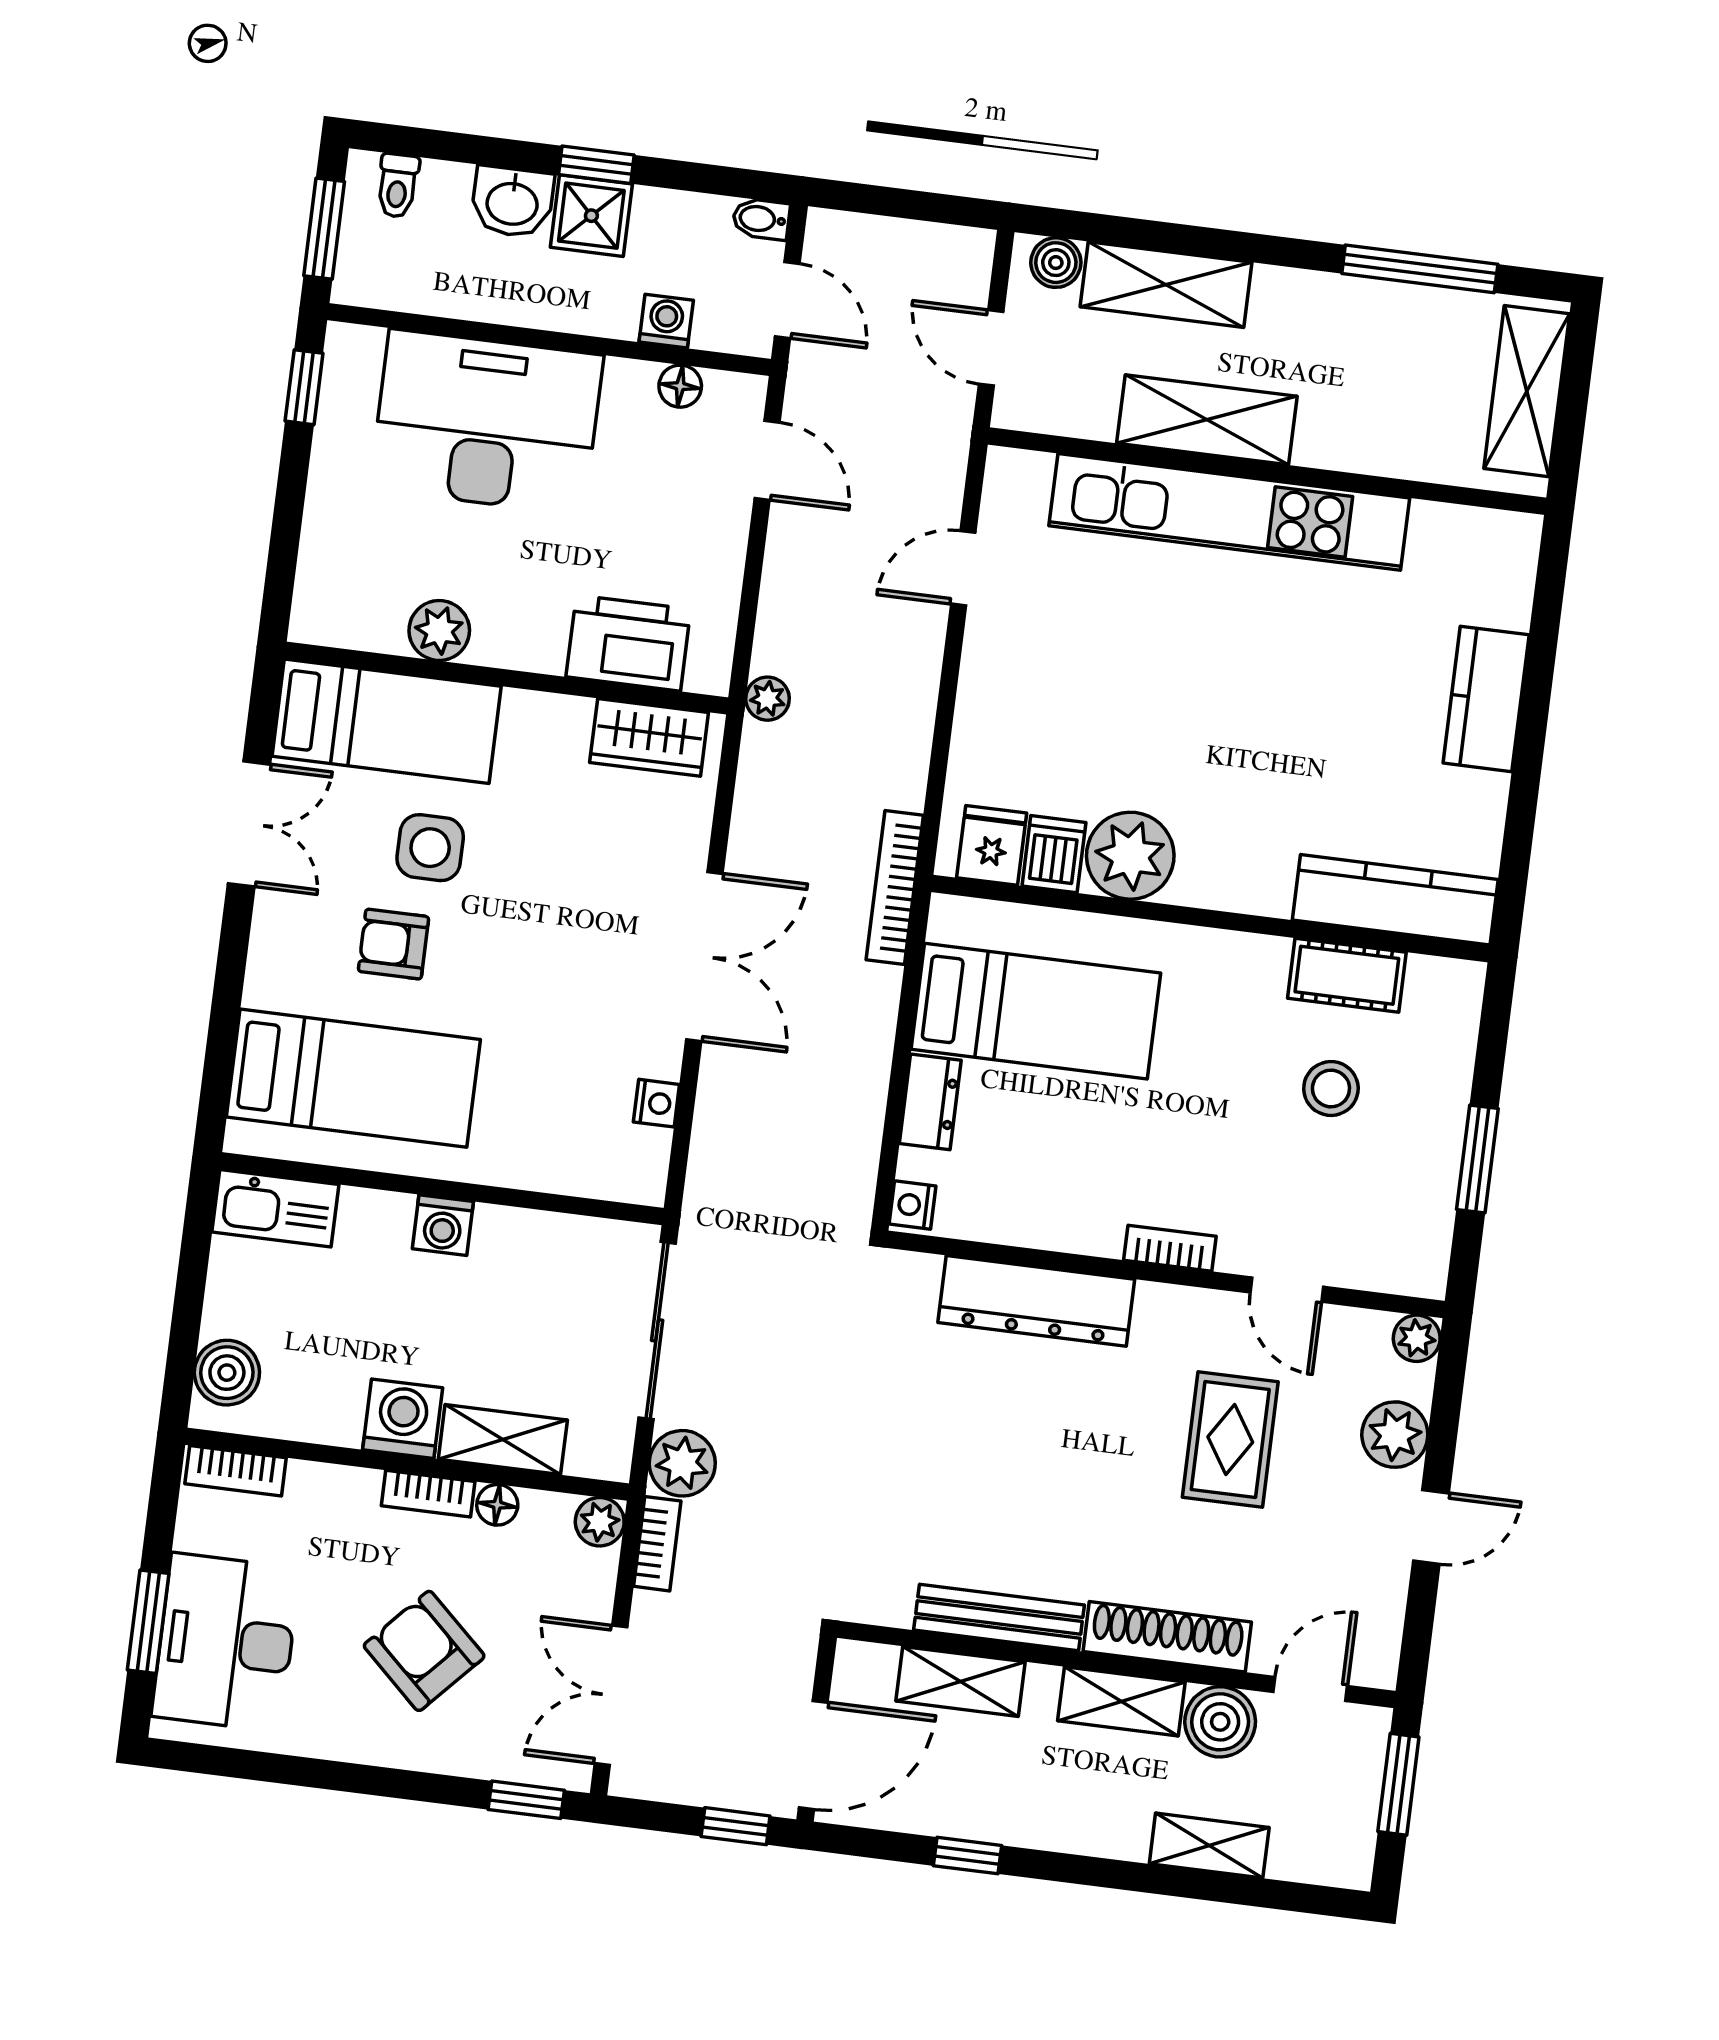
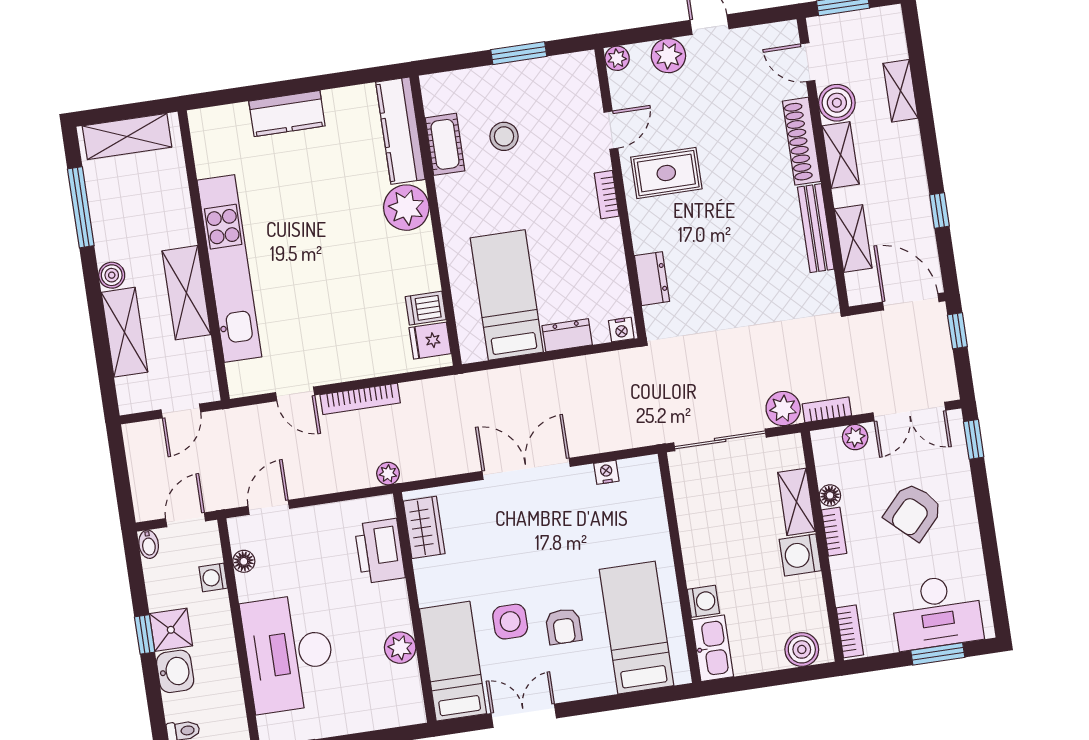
boiler: (1056, 263) -> (112, 275), moved
plant: (1130, 856) -> (406, 208), moved
bookcase: (895, 887) -> (360, 399), moved
washing machine: (443, 1225) -> (703, 601), moved
dresser: (1036, 1301) -> (652, 279), width x0.51, depth x0.80
rug: (1230, 1439) -> (666, 173), moved
plant: (600, 1522) -> (855, 437), moved

